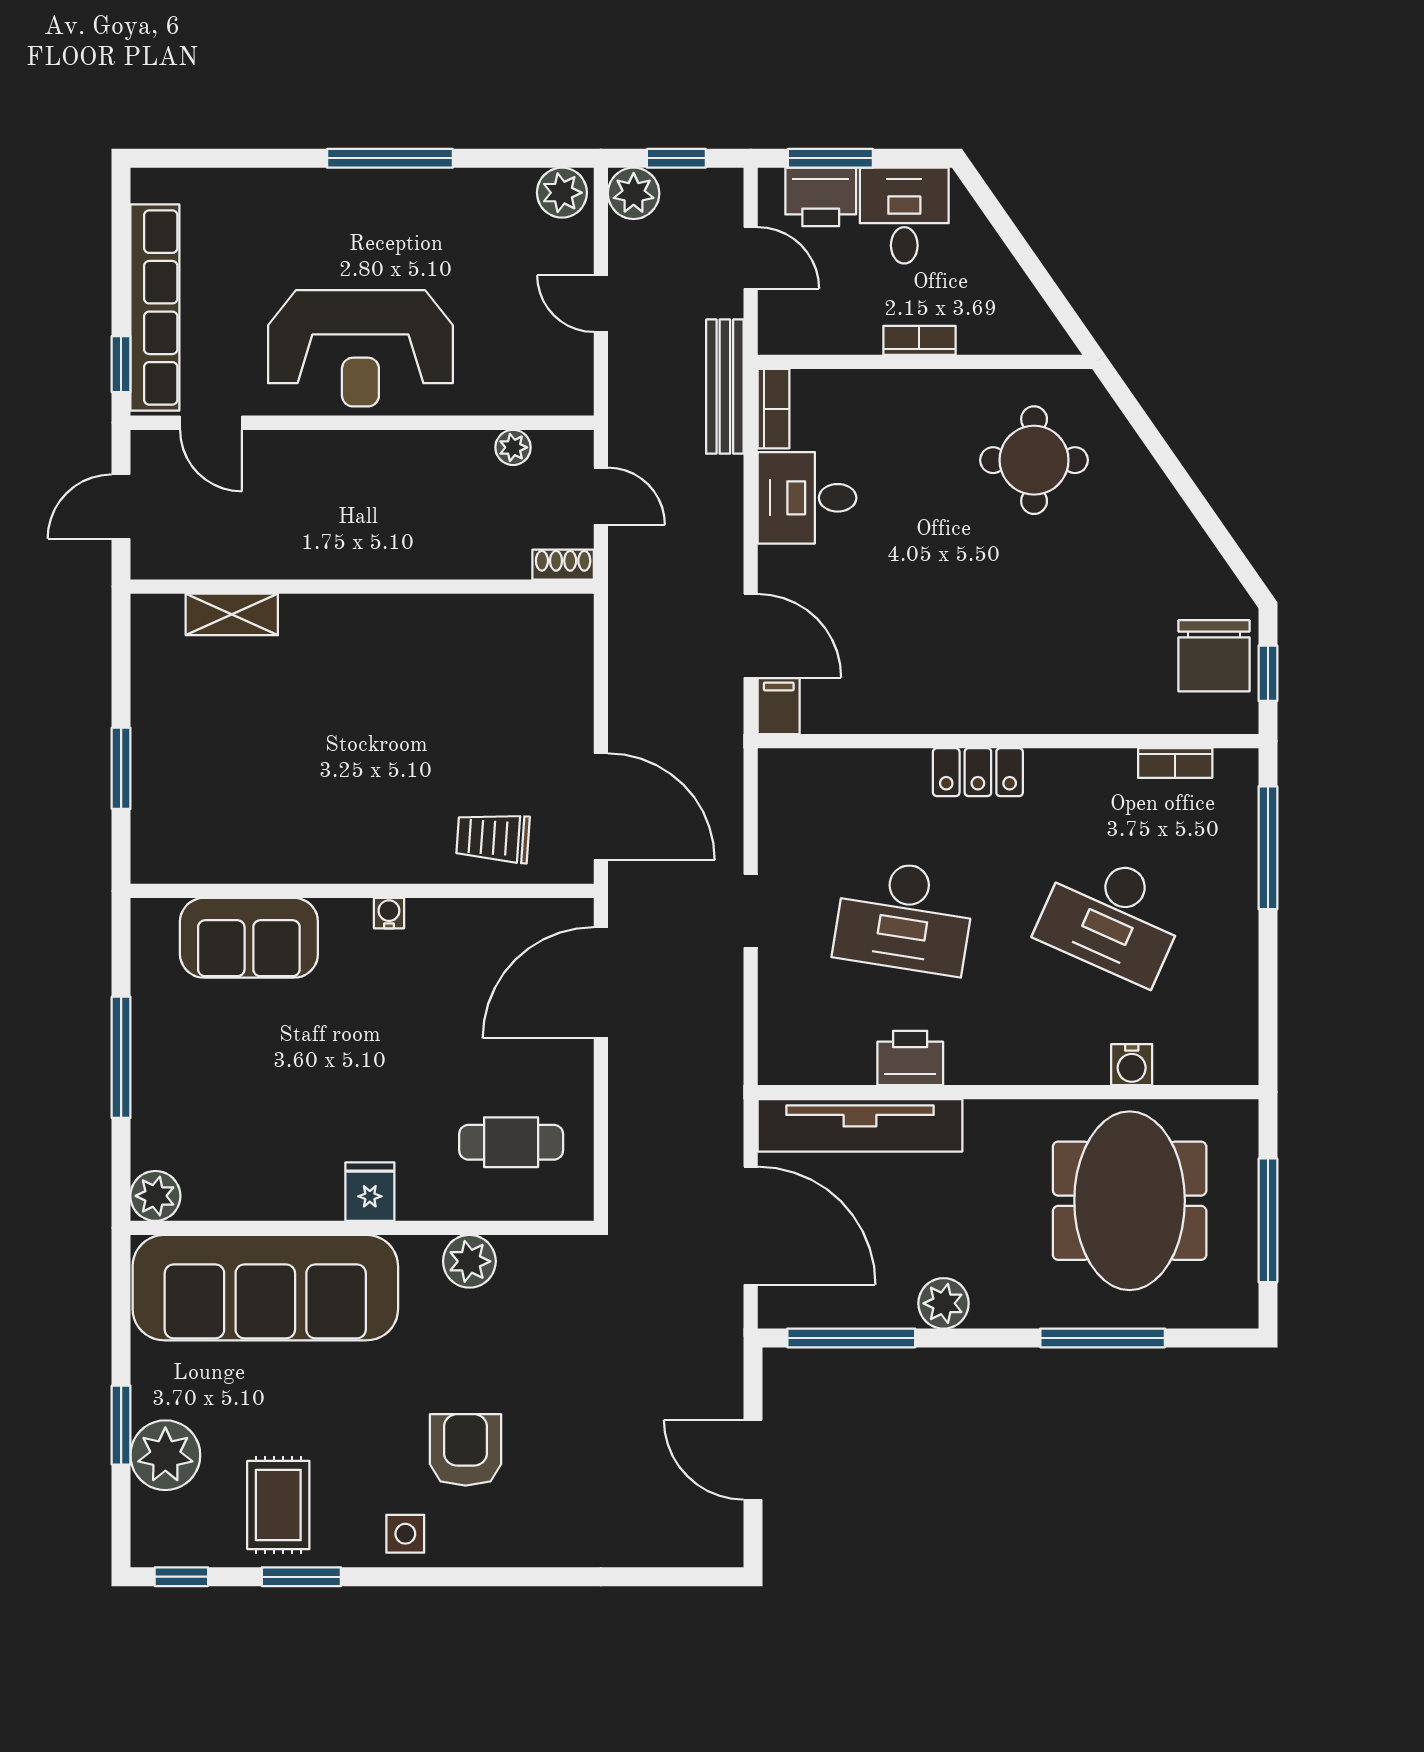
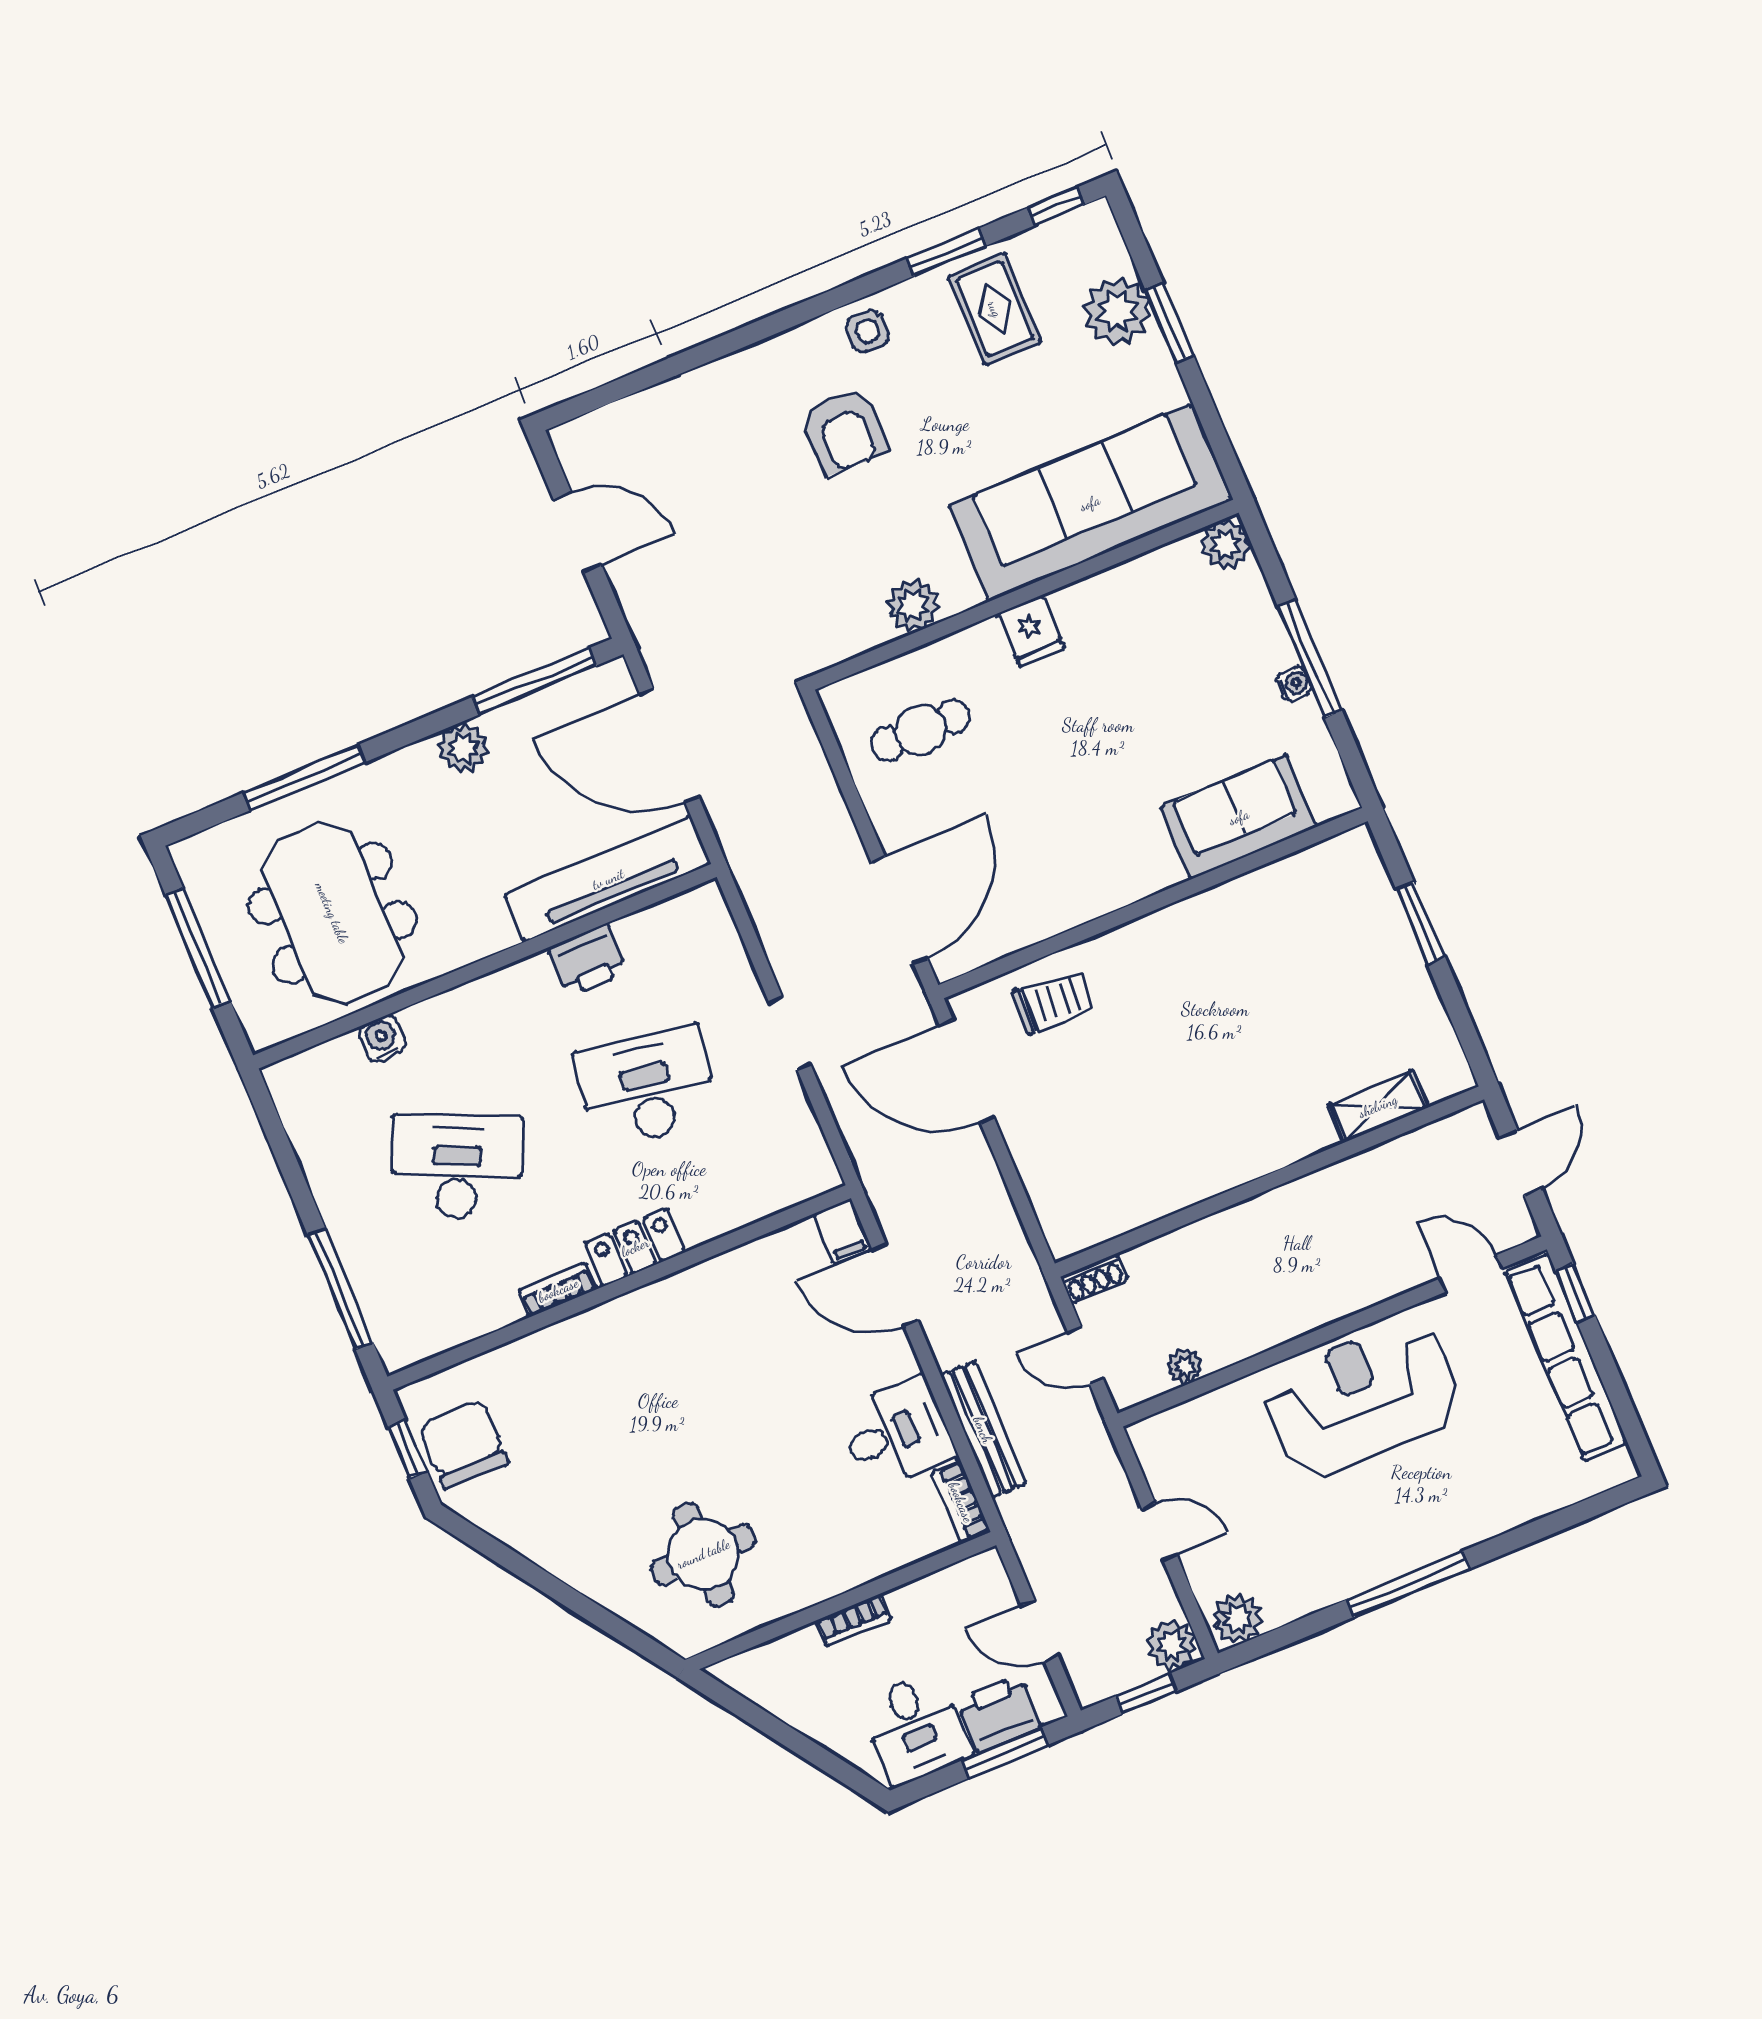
bench: (725, 387) -> (983, 1430), moved
bookcase: (1175, 763) -> (558, 1290), moved
water cooler: (389, 913) -> (1294, 684), moved, turned -90

